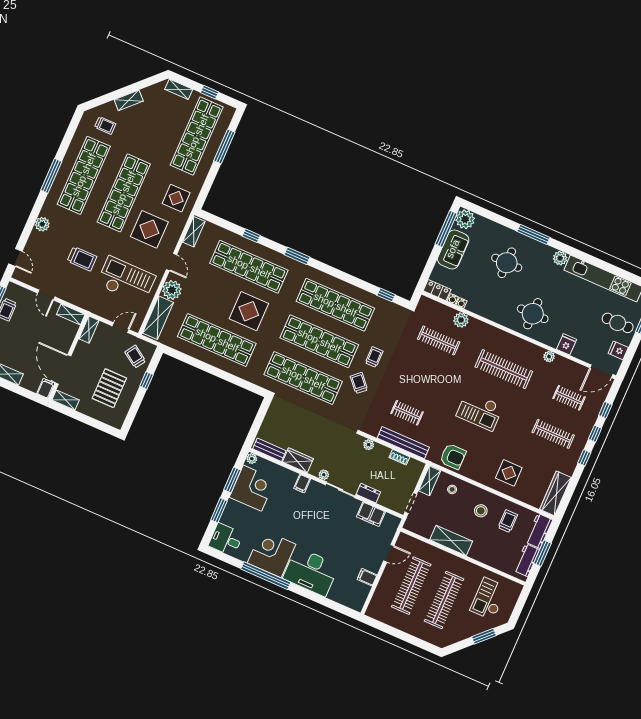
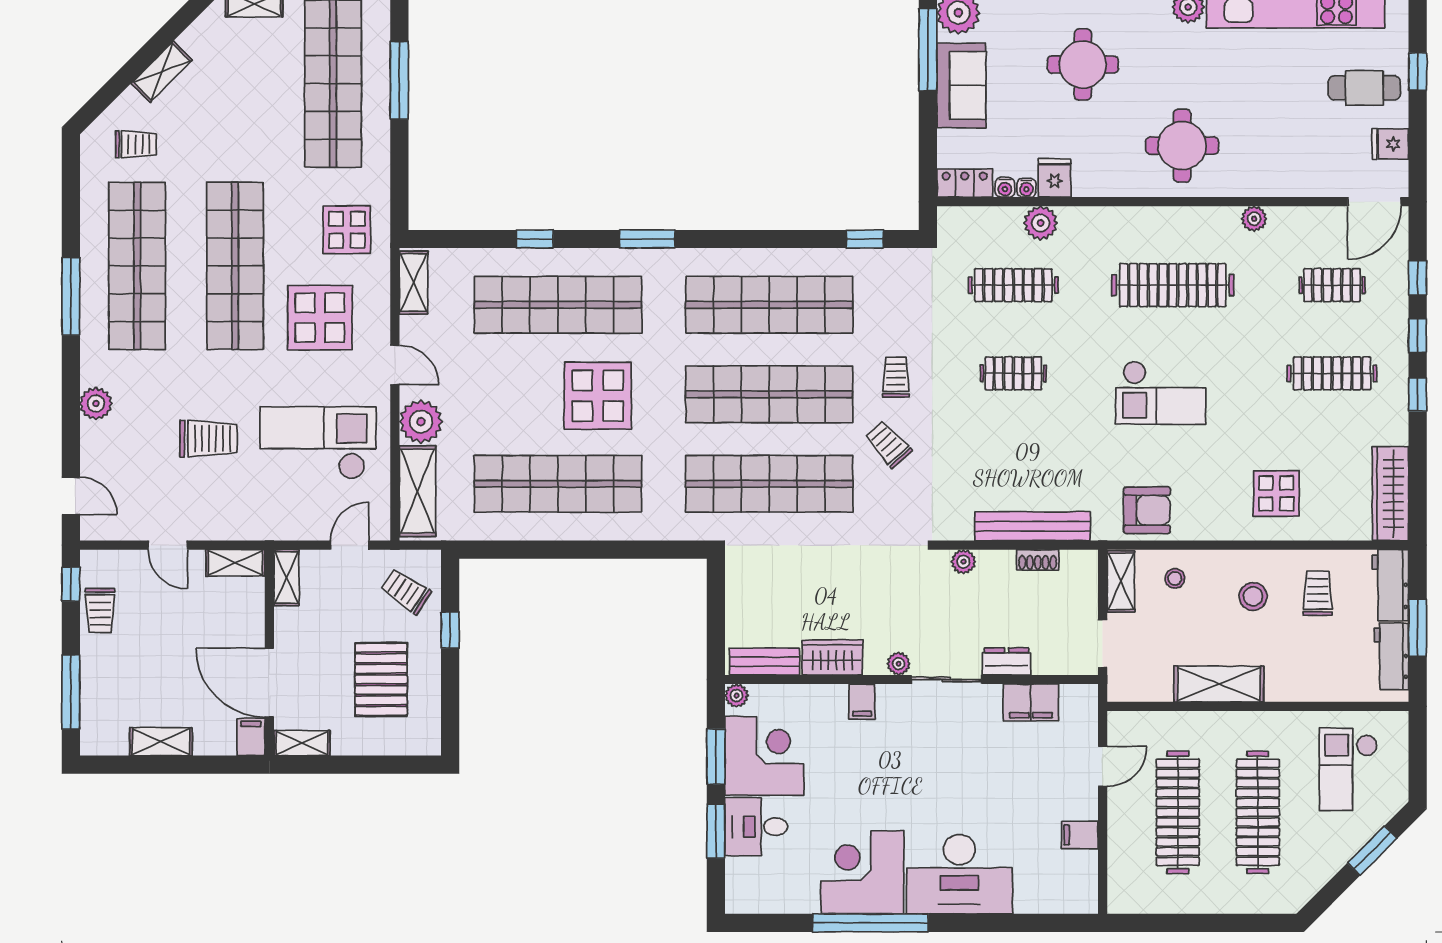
fridge: (567, 344) -> (1055, 178), moved
clothes rail: (407, 413) -> (1013, 373), moved
desk: (226, 540) -> (756, 827), moved

